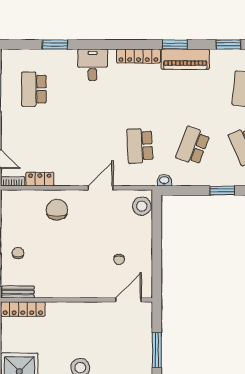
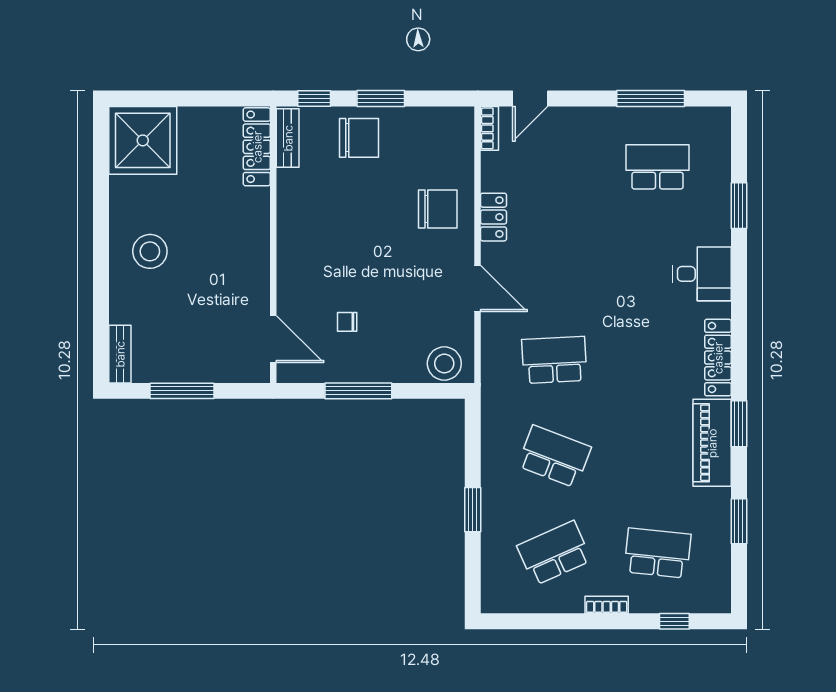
locker: (40, 179) -> (493, 217), moved
washbasin: (164, 180) -> (491, 404), removed
chair: (18, 253) -> (359, 138), width x1.87, depth x1.87
window: (157, 253) -> (358, 391), added

